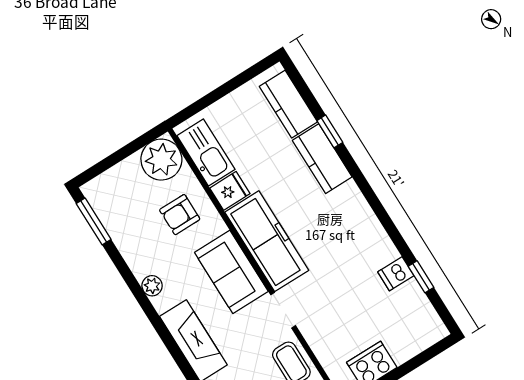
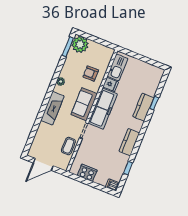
kitchen counter: (288, 104) -> (129, 142), moved
plant: (161, 160) -> (80, 44), moved
dishwasher: (396, 274) -> (113, 185), moved

